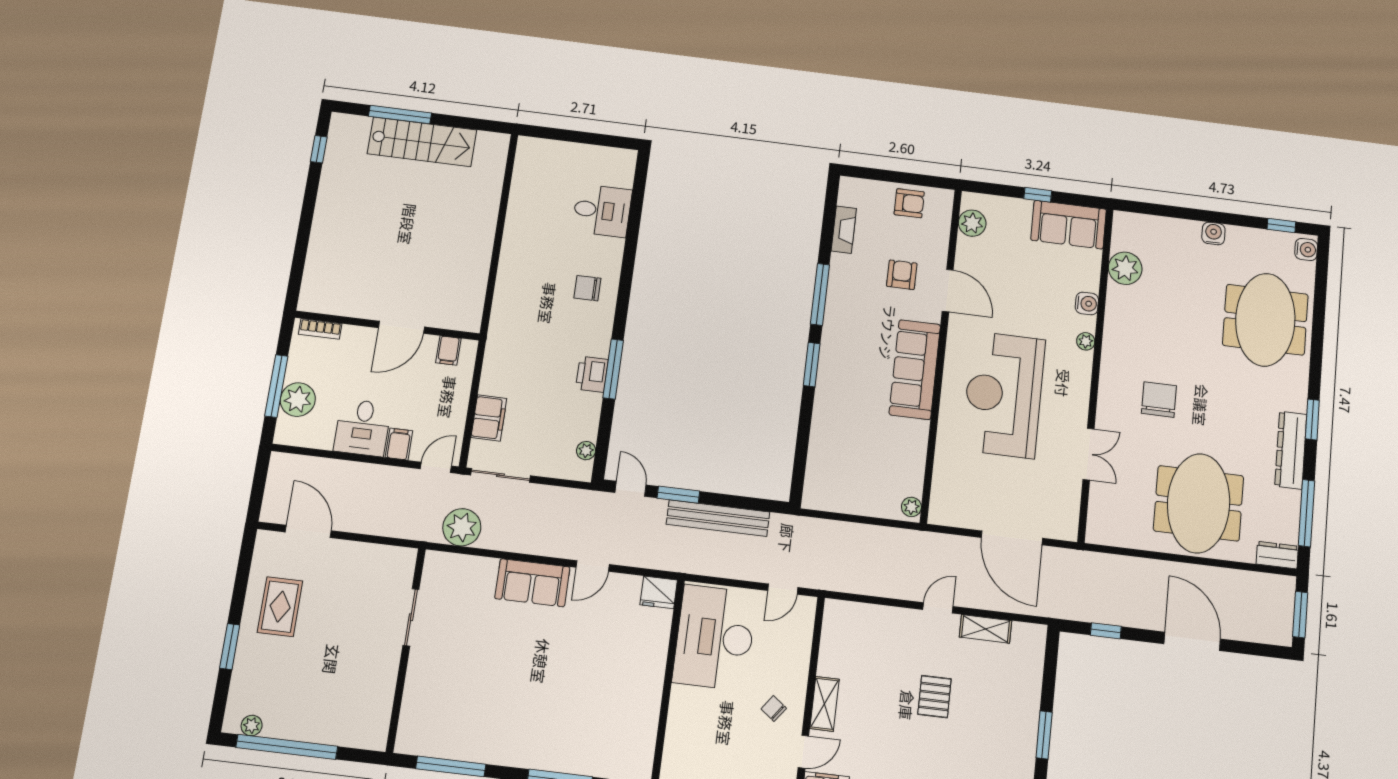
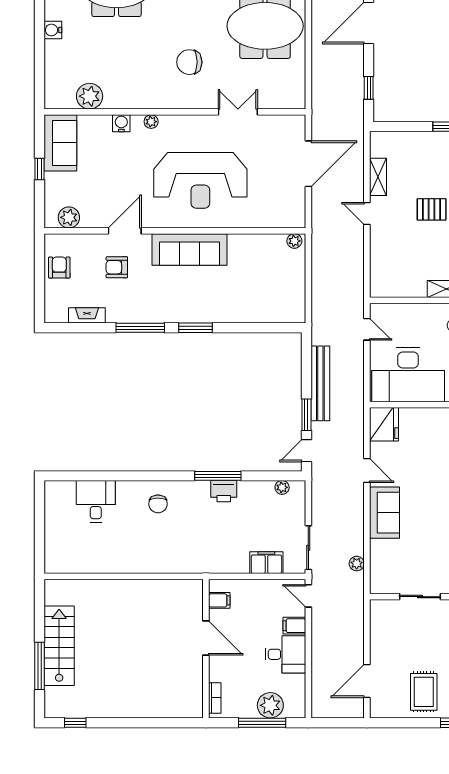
plant: (462, 527) -> (357, 564), width x0.53, depth x0.53
fridge: (659, 592) -> (384, 424), width x1.36, depth x1.34
rug: (280, 607) -> (424, 692), turned 90

